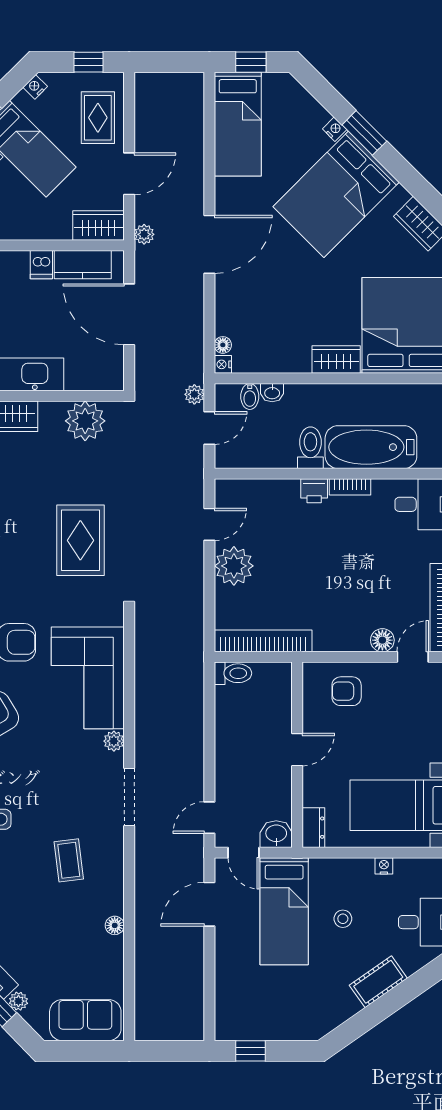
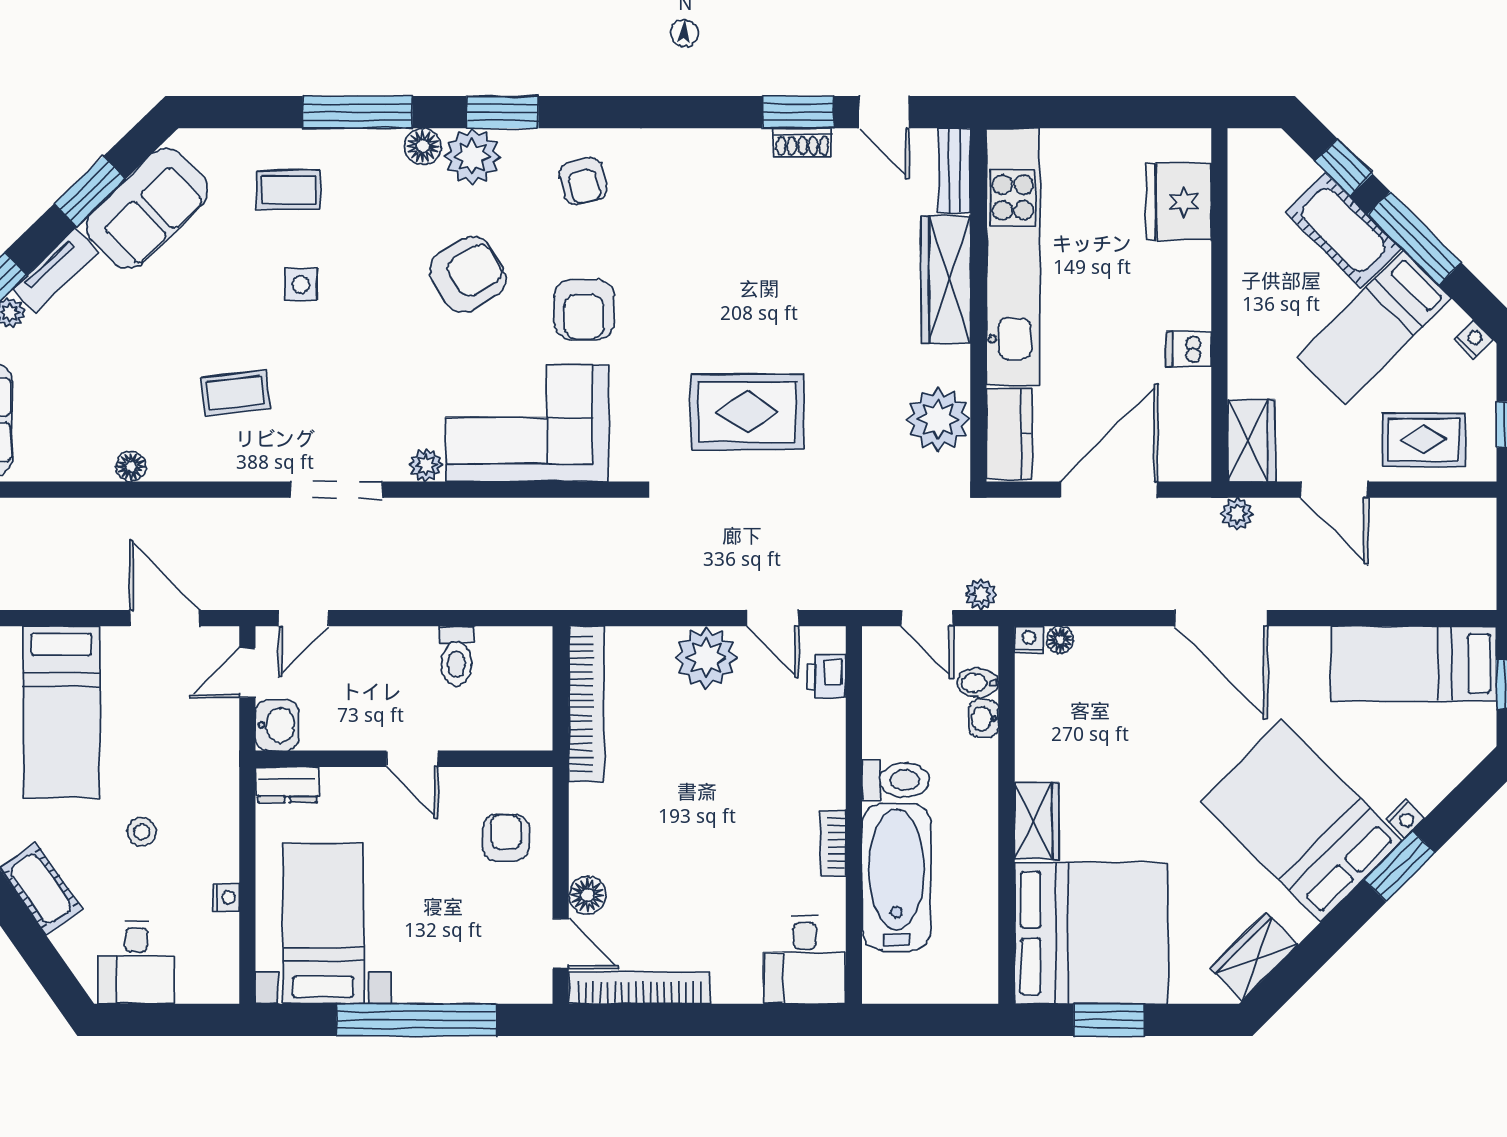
kitchen counter: (83, 265) -> (1009, 434), moved, turned 180
printer: (314, 491) -> (827, 676), moved
toilet: (233, 673) -> (456, 656), moved
door: (209, 818) -> (304, 618), swing flipped
bed: (284, 911) -> (61, 712), moved, turned -90

